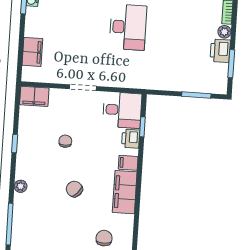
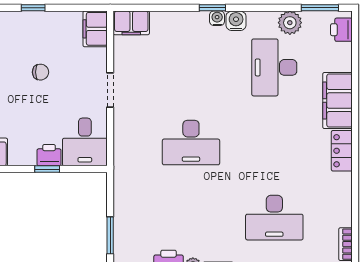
filing cabinet: (32, 52) -> (131, 23), moved
window: (142, 127) -> (47, 169), moved
filing cabinet: (128, 163) -> (18, 154), removed

